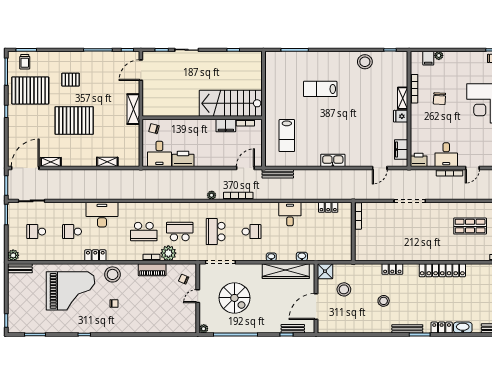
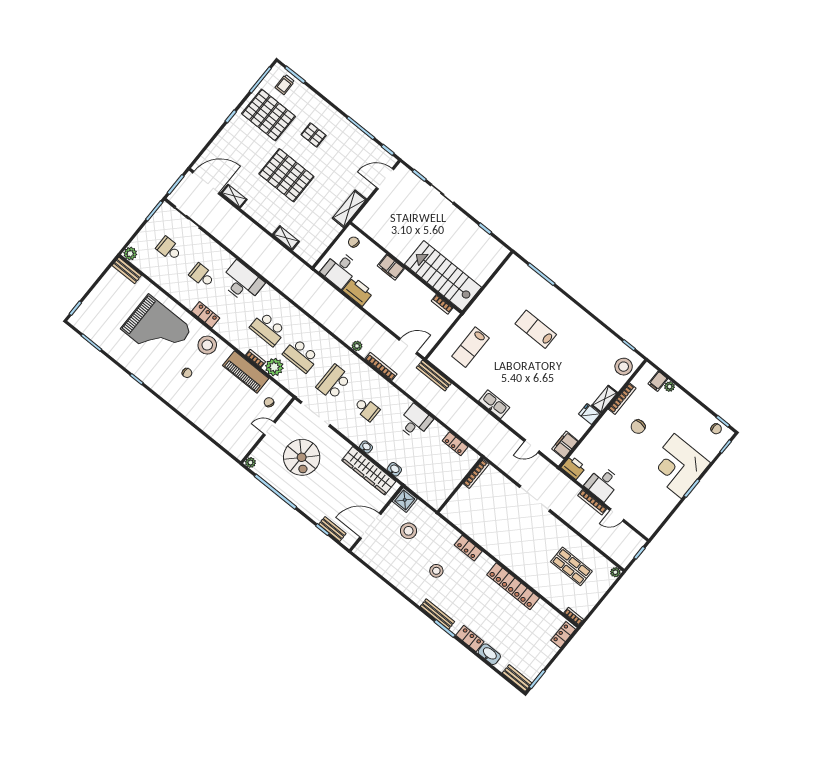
stool: (365, 62) -> (624, 367), moved
filing cabinet: (226, 125) -> (391, 267), moved
school desk: (180, 232) -> (301, 356), turned 180
piano: (152, 270) -> (246, 372), width x1.37, depth x1.33

